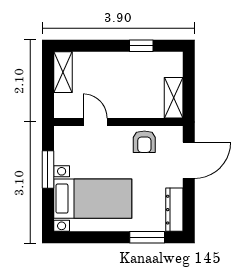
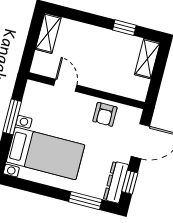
shelving: (174, 98) -> (147, 59), moved
window: (189, 206) -> (130, 182), added

